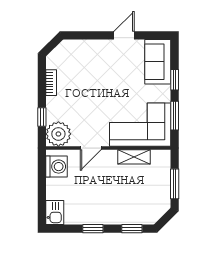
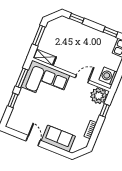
door: (124, 35) -> (33, 141), swing flipped
sofa: (158, 62) -> (58, 139), moved, turned -90
shelving: (134, 157) -> (45, 57), moved
window: (93, 229) -> (111, 32), moved

